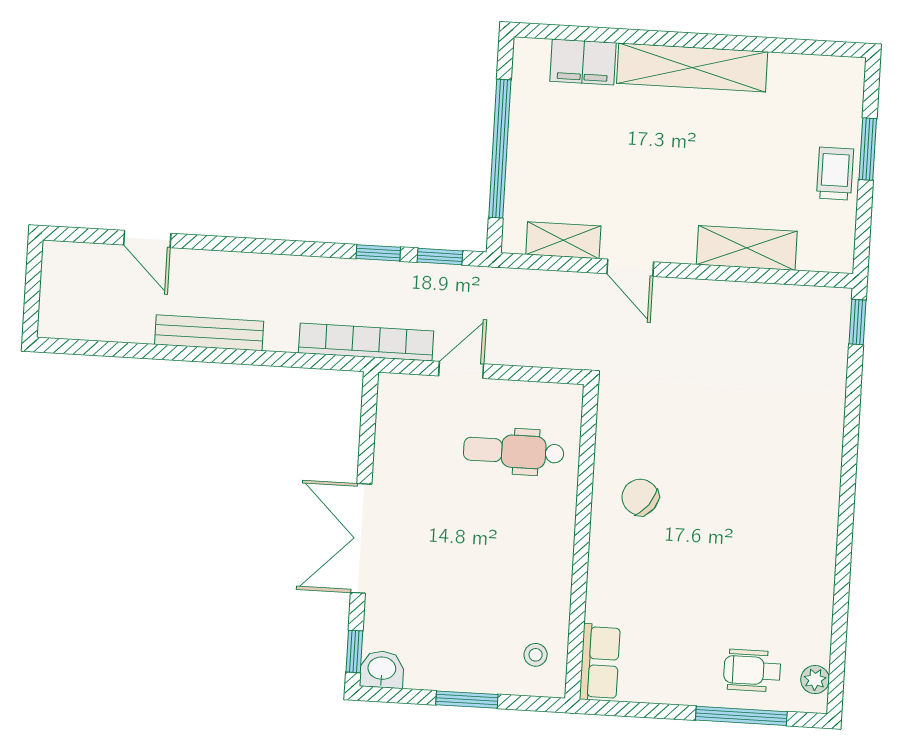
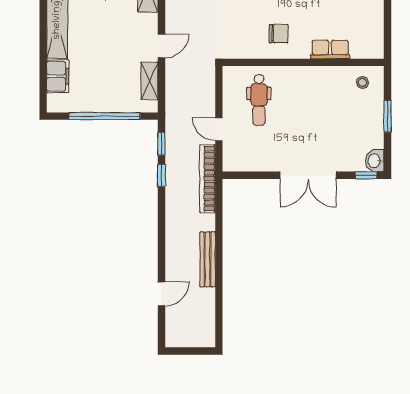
chair: (640, 497) -> (279, 34), turned -127
row of seats: (600, 662) -> (330, 49), moved

